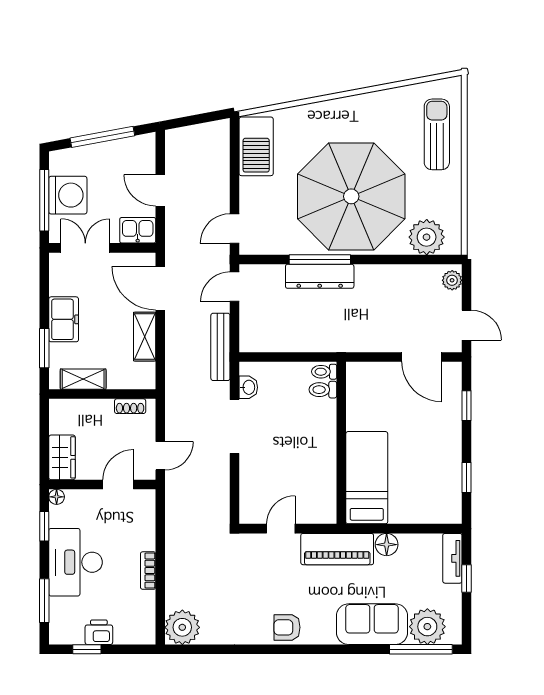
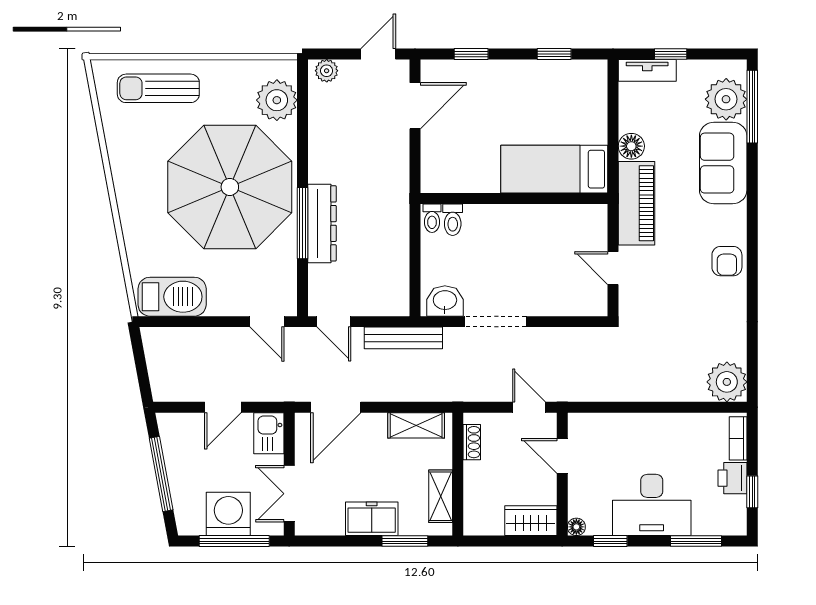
shelving: (145, 337) -> (416, 425), moved
washbasin: (248, 387) -> (445, 301), width x1.38, depth x1.45
bookcase: (148, 571) -> (738, 438), moved, turned 90

